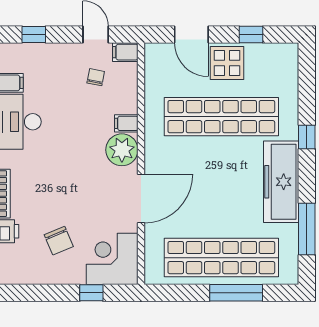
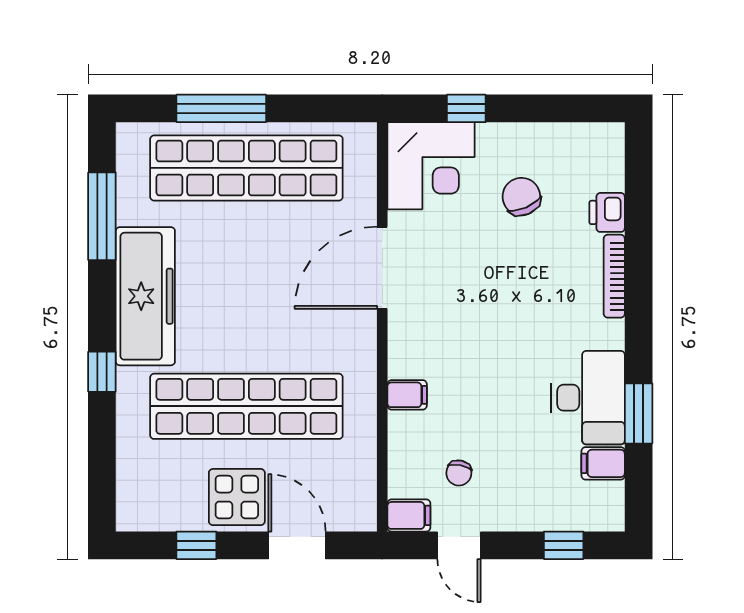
plant: (122, 150) -> (415, 350), removed

